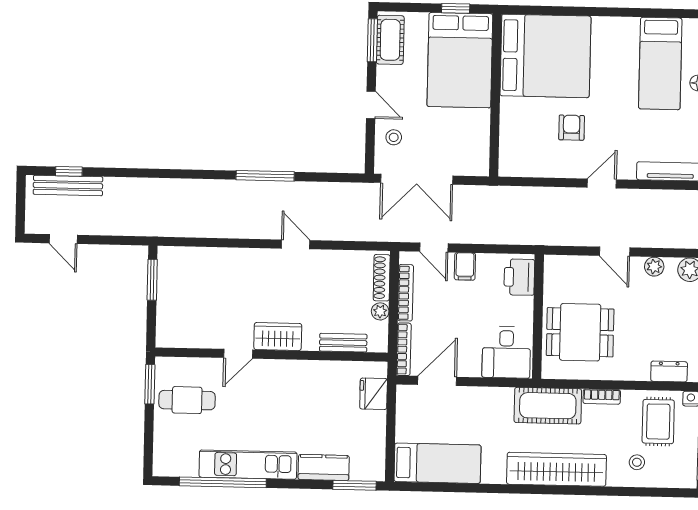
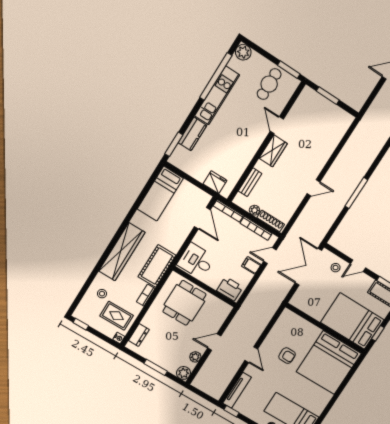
window: (152, 280) -> (328, 96), moved
plant: (165, 464) -> (243, 52), added

